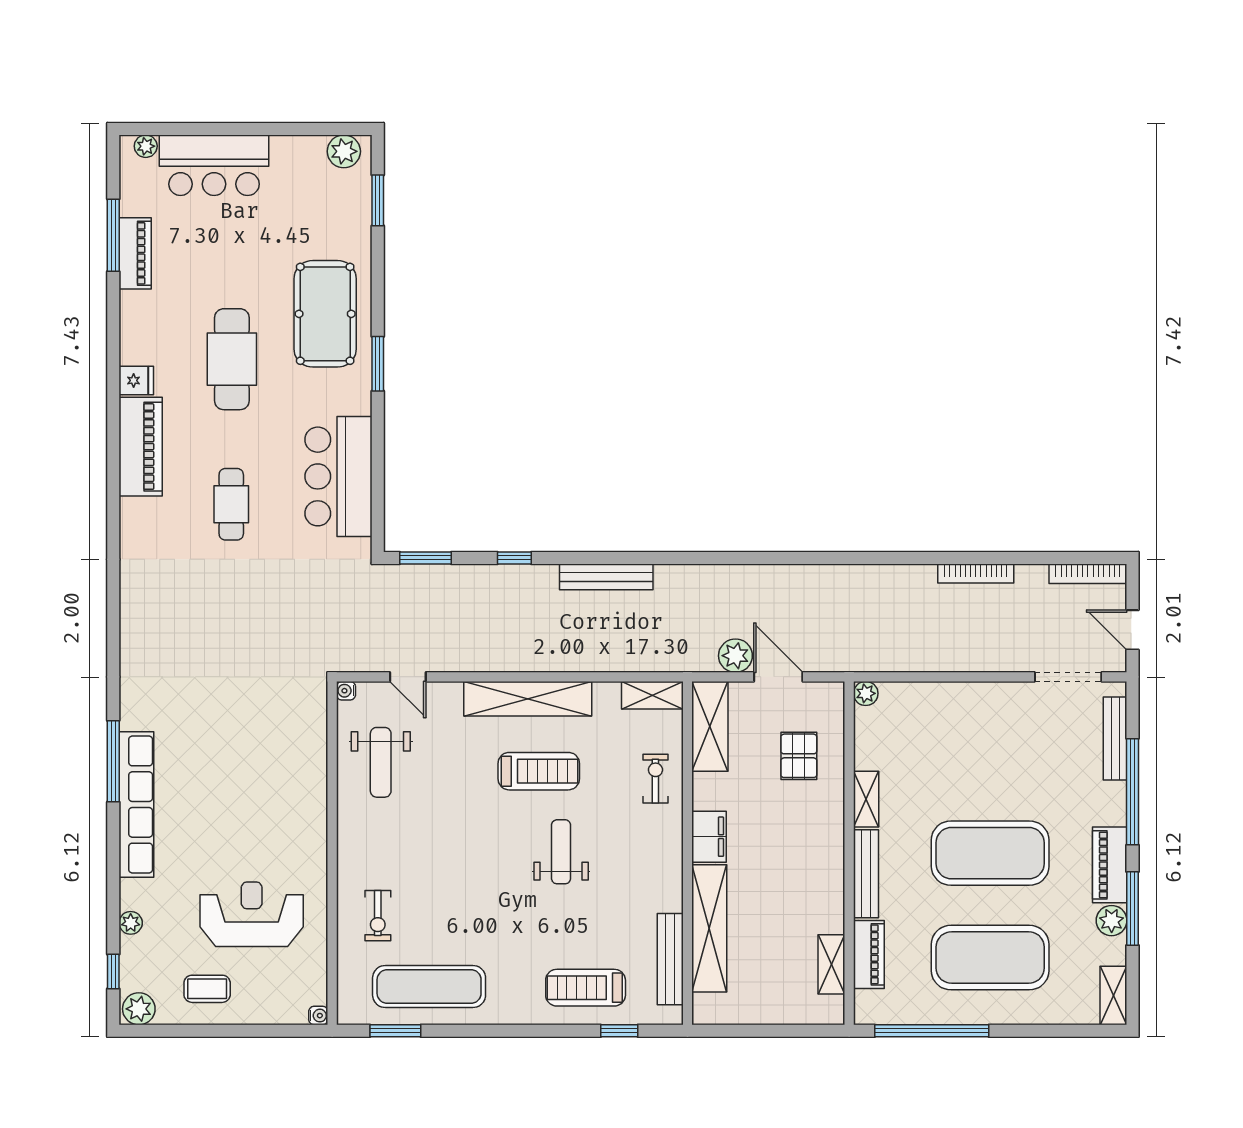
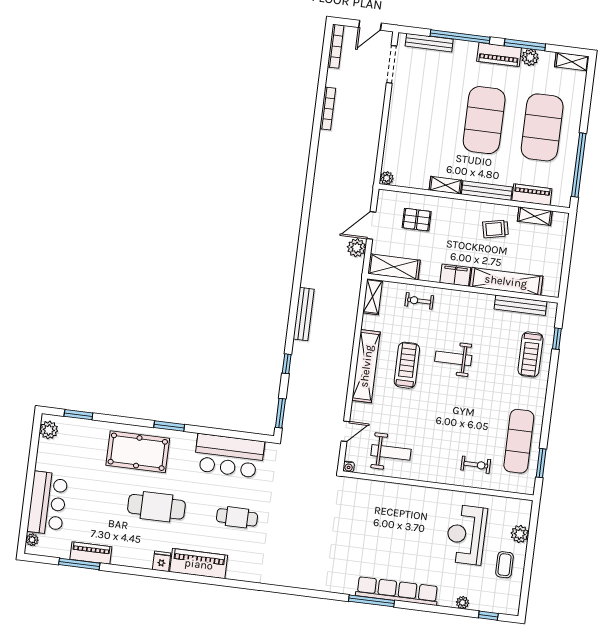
trolley: (800, 898) -> (496, 229), added
plant: (139, 1009) -> (520, 534), moved
water cooler: (318, 1016) -> (527, 505), removed

